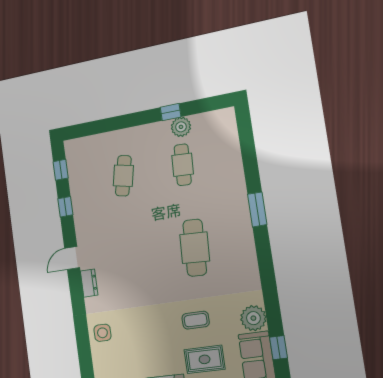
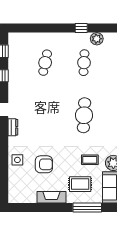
plant: (181, 127) -> (97, 39), moved
coffee table: (196, 320) -> (90, 160), moved
armchair: (143, 335) -> (44, 164), added

